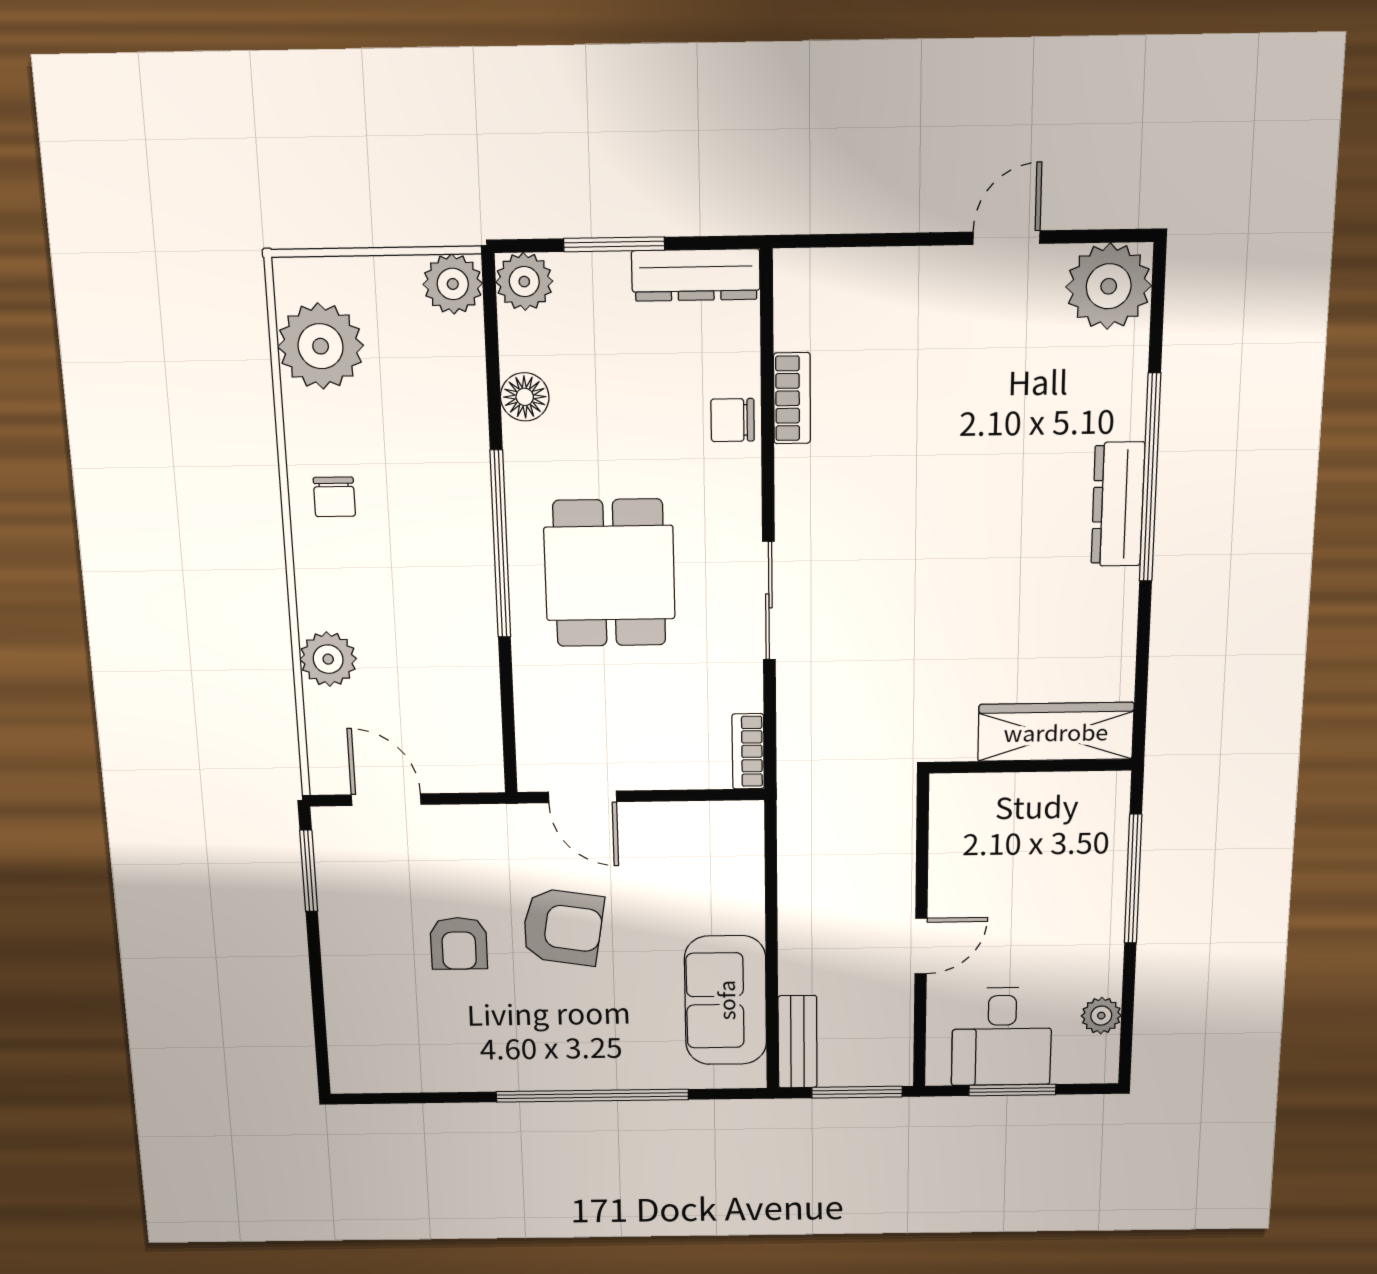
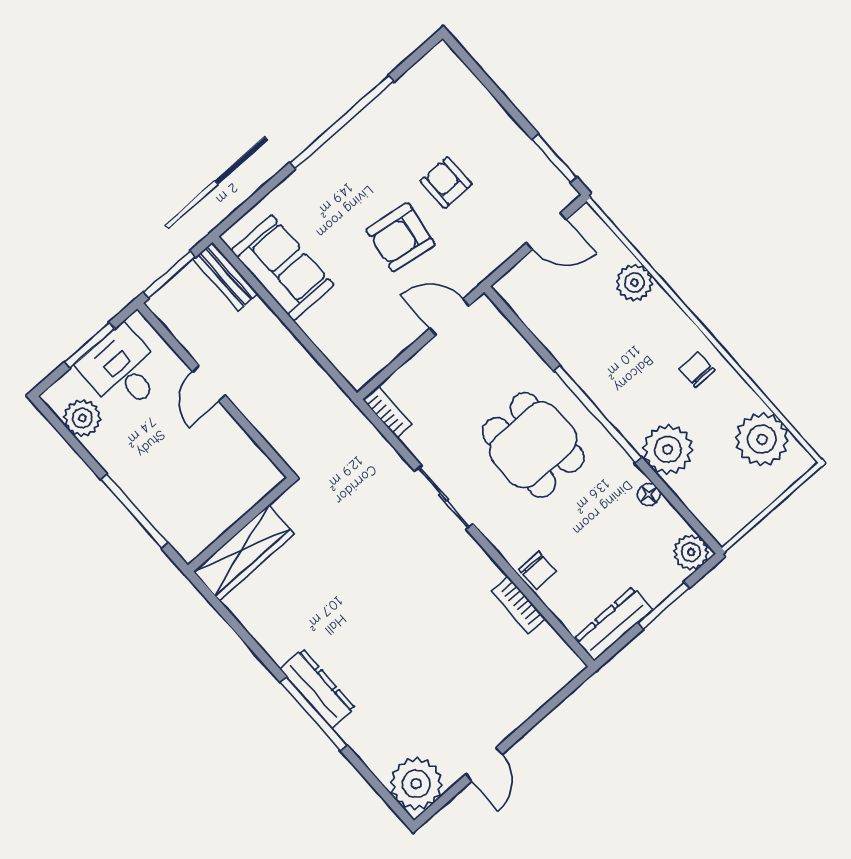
plant: (453, 284) -> (668, 449), moved, width x1.36, depth x1.36
floor lamp: (525, 397) -> (649, 494), width x0.73, depth x0.73
chair: (733, 420) -> (538, 571), turned 90
window: (1150, 478) -> (314, 714), width x0.68
plant: (1101, 1016) -> (82, 418), width x1.38, depth x1.38
window: (592, 1096) -> (342, 122), moved

